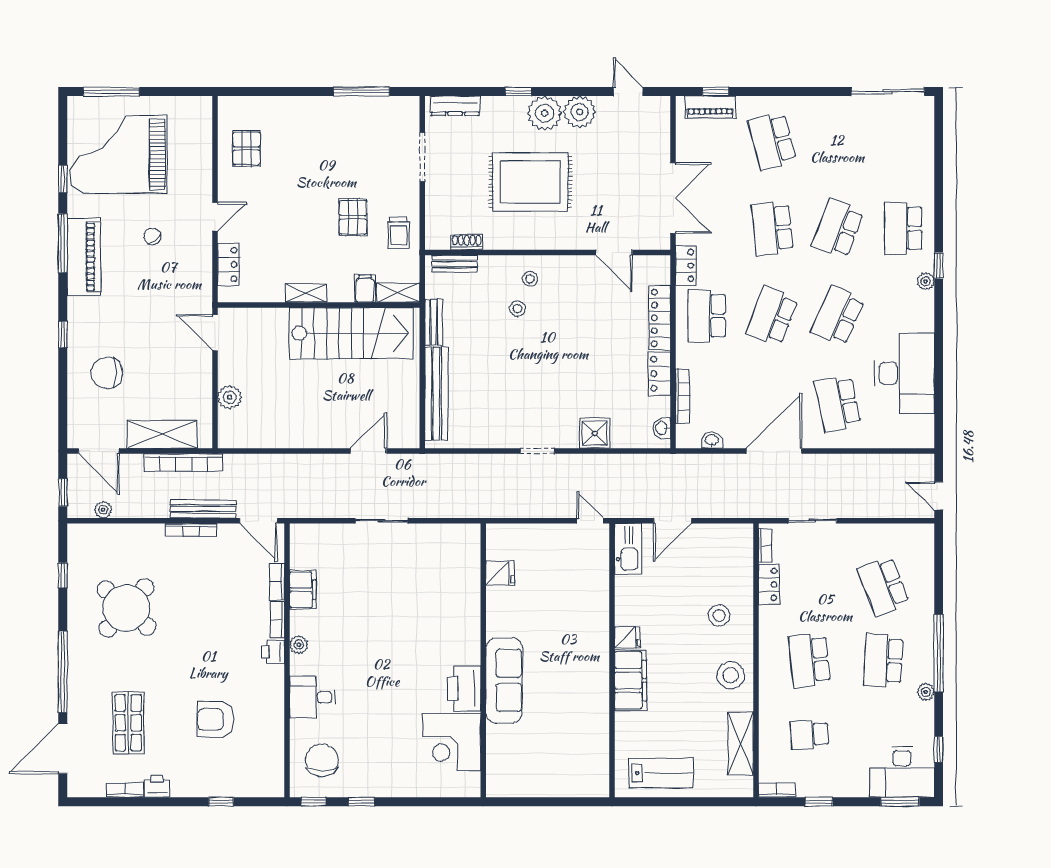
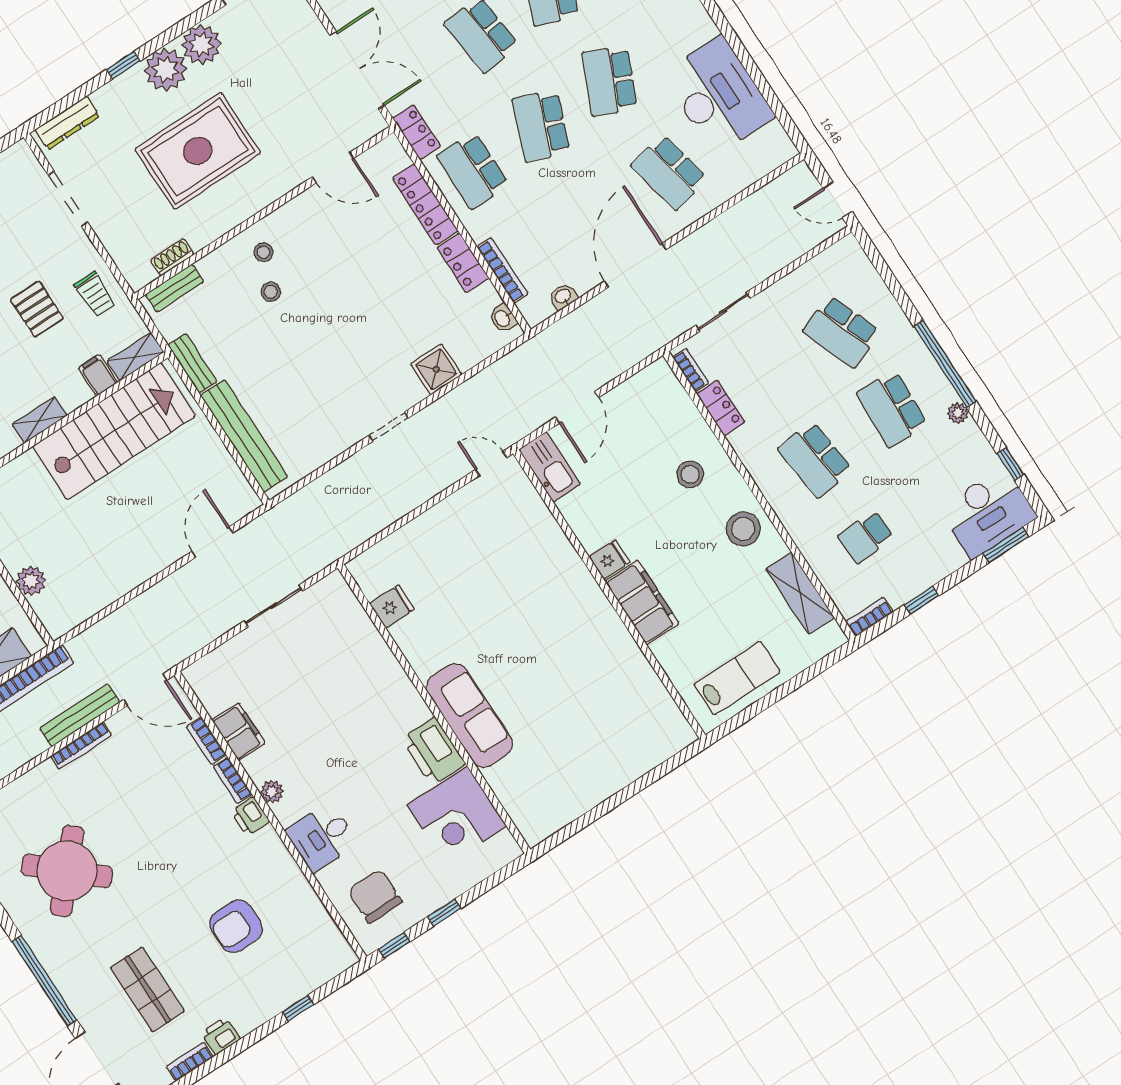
fridge: (500, 573) -> (392, 606), moved
wall: (483, 660) -> (434, 709), moved
sofa: (504, 680) -> (469, 715), moved
printer: (464, 689) -> (433, 751), moved
corner desk: (452, 742) -> (457, 816), moved

